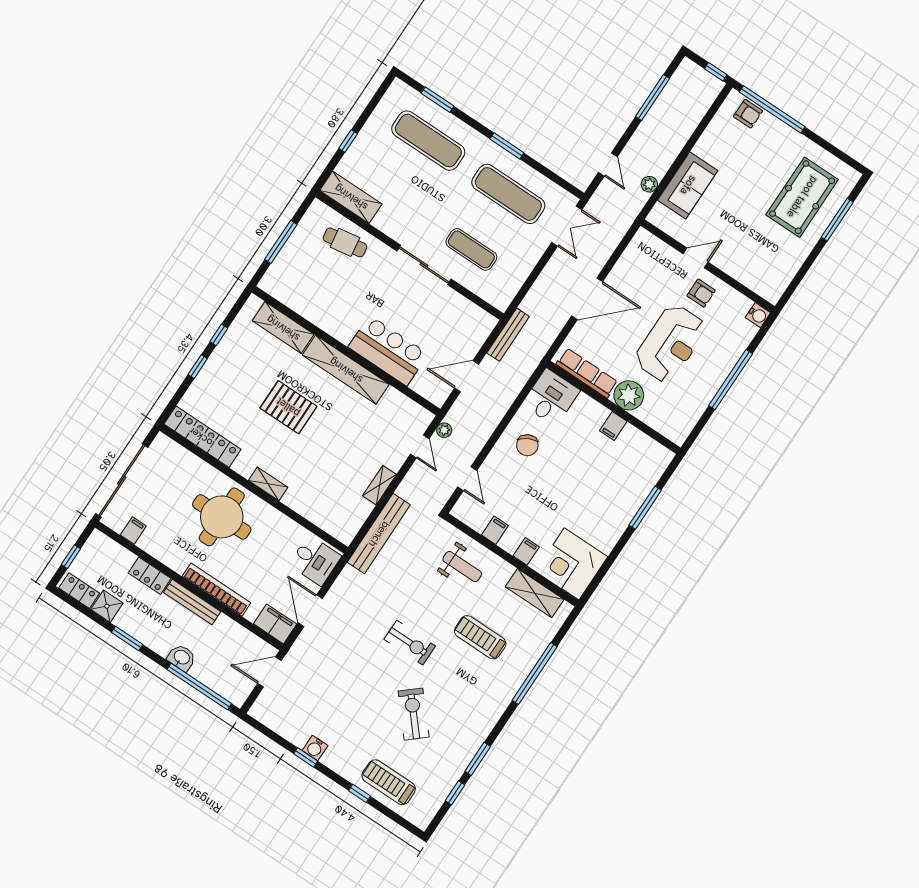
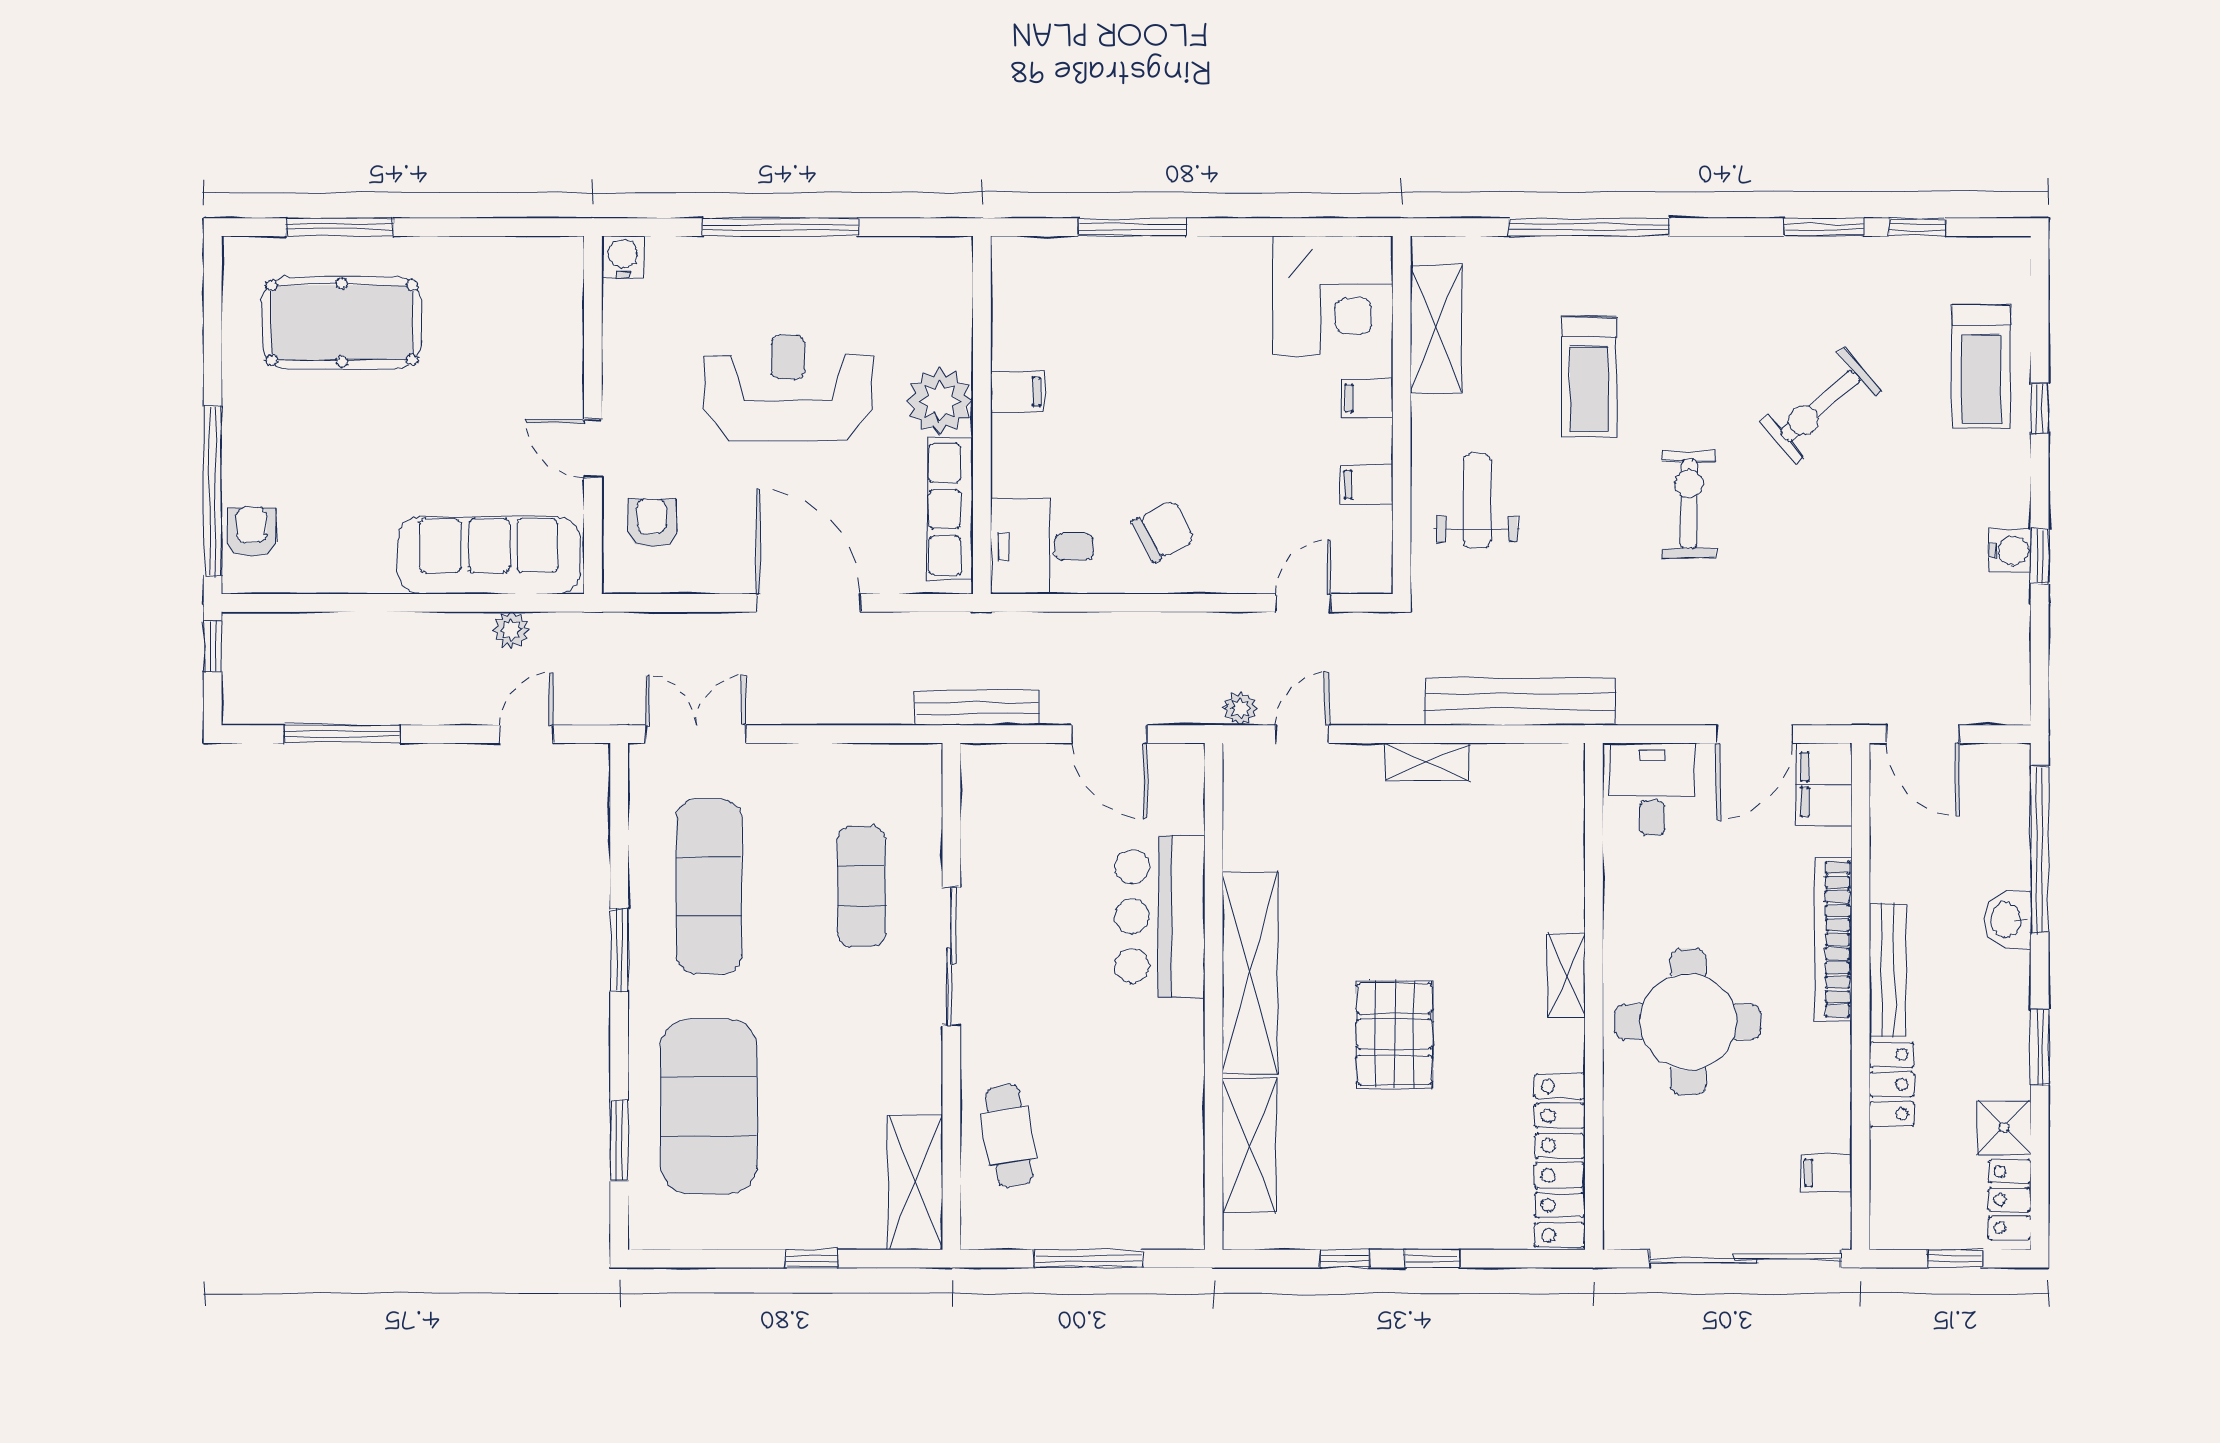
exercise mat: (428, 141) -> (709, 1106), width x1.47
sofa: (688, 185) -> (489, 556), width x1.36
armchair: (701, 293) -> (652, 523), moved

